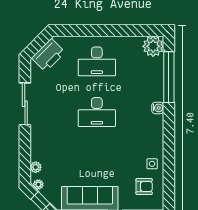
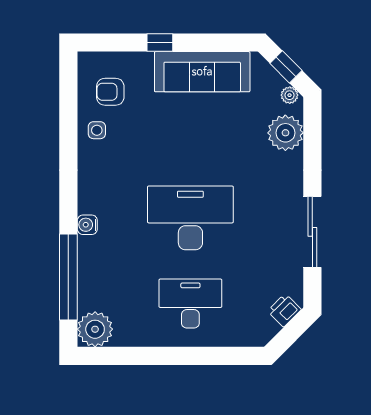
printer: (48, 55) -> (284, 310), width x0.53, depth x0.68
desk: (97, 112) -> (190, 218), width x1.36, depth x1.30
plant: (36, 167) -> (285, 133), width x1.87, depth x1.87

